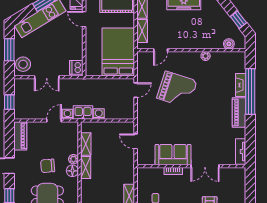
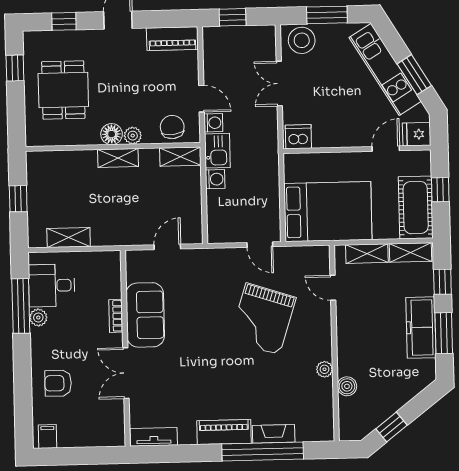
boiler: (229, 44) -> (347, 386), moved
shelving: (86, 144) -> (180, 157), moved
chair: (48, 166) -> (172, 127), moved

